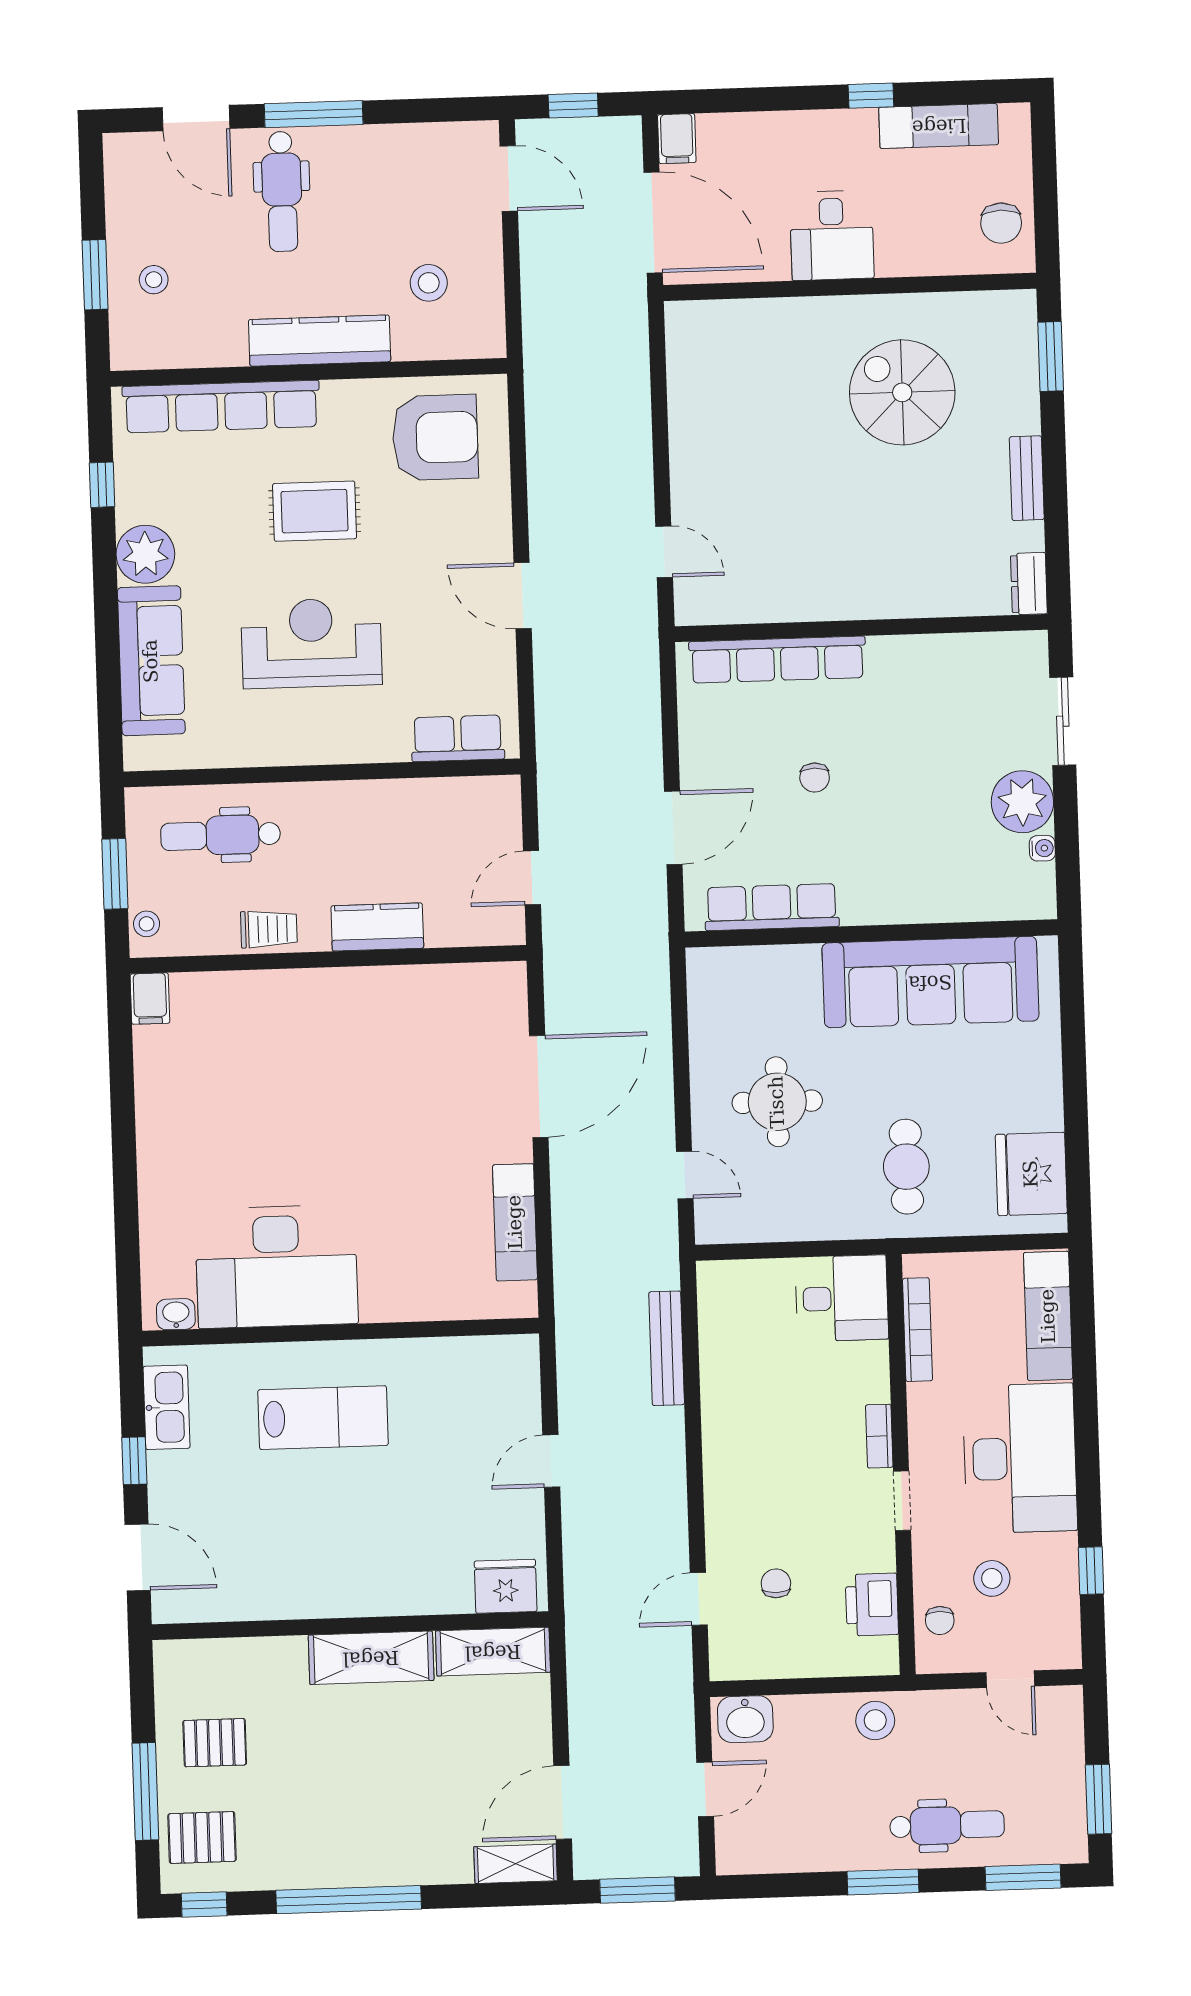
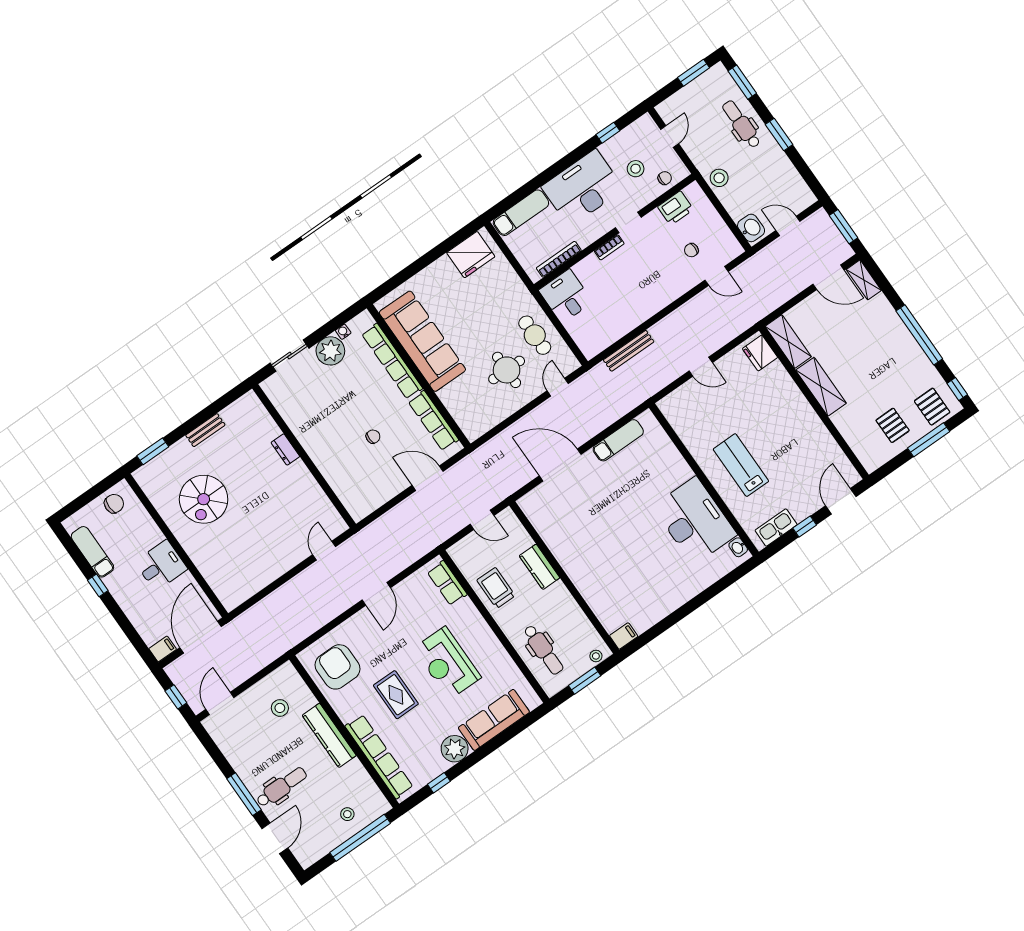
window: (95, 275) -> (360, 838), width x2.11
dresser: (1029, 584) -> (285, 449), moved, turned 90
row of seats: (777, 660) -> (392, 361), moved, turned 180
trolley: (269, 929) -> (496, 588), moved, width x1.36, depth x1.39
cafe table: (906, 1167) -> (535, 335), moved, turned 90

